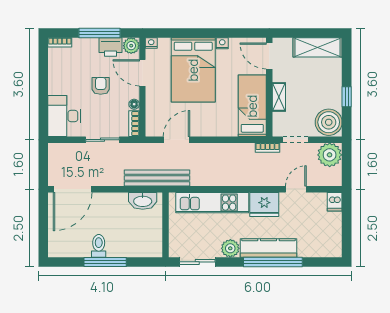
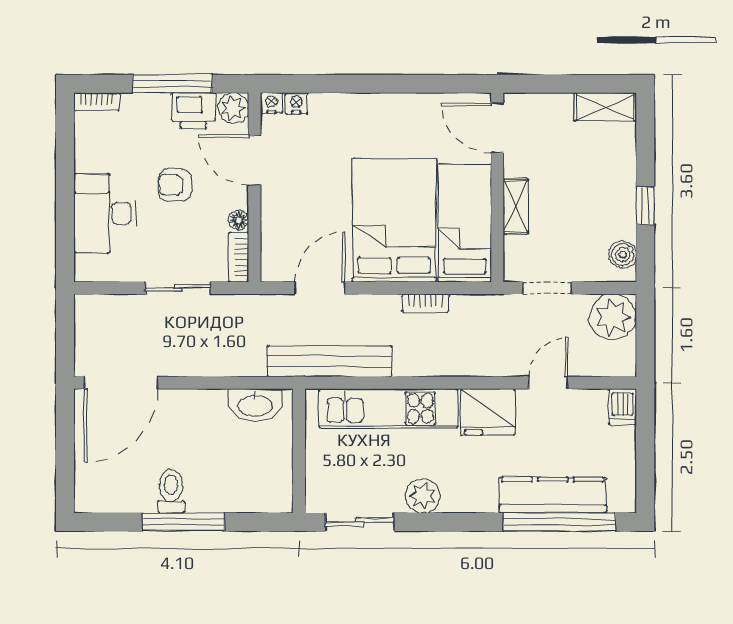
nightstand: (222, 43) -> (296, 103), moved
shelving: (318, 47) -> (605, 107), width x0.67, depth x0.75
bed: (193, 70) -> (394, 220), moved, turned 180
armchair: (101, 86) -> (175, 185), turned -90
desk: (64, 116) -> (105, 213), moved
boiler: (329, 122) -> (623, 255), width x0.54, depth x0.54
bookcase: (267, 148) -> (425, 303), moved
bench: (157, 178) -> (330, 361), moved
kitchen counter: (268, 248) -> (553, 495), moved
window: (273, 262) -> (559, 522), moved

